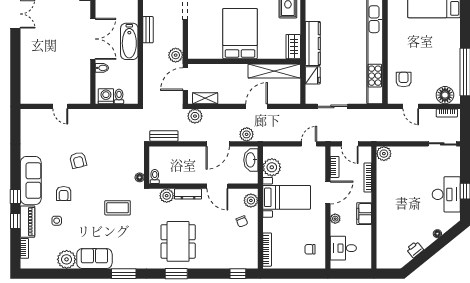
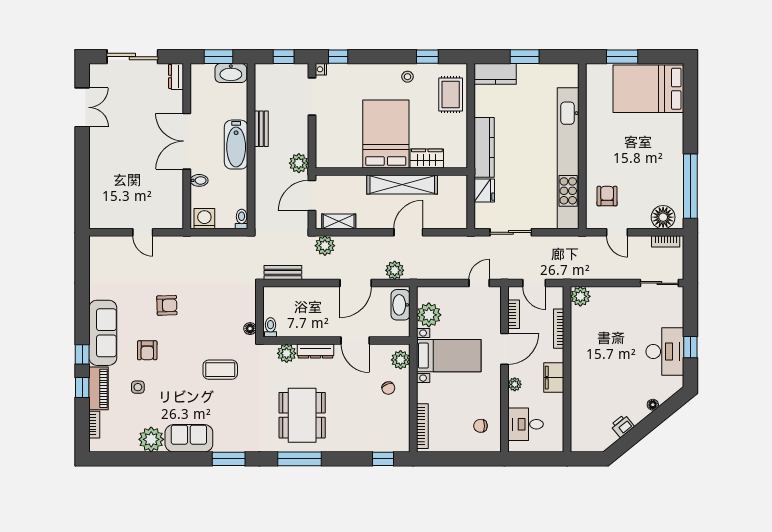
double door: (93, 39) -> (187, 141), swing flipped
wardrobe: (293, 47) -> (427, 159), moved, turned 90
shelving: (274, 71) -> (402, 184), moved
toilet: (119, 96) -> (242, 219), moved
armchair: (78, 160) -> (167, 305), turned -78
window: (176, 274) -> (300, 459), width x1.44

